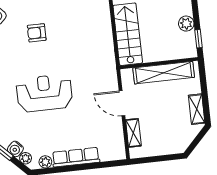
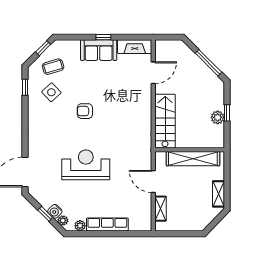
window: (198, 39) -> (227, 113), moved

